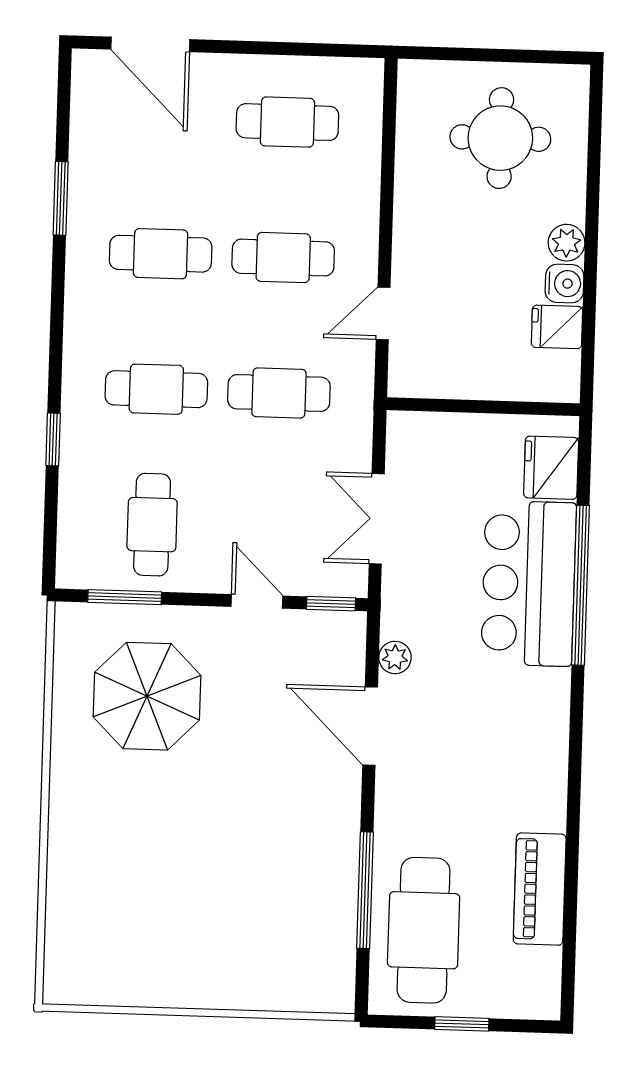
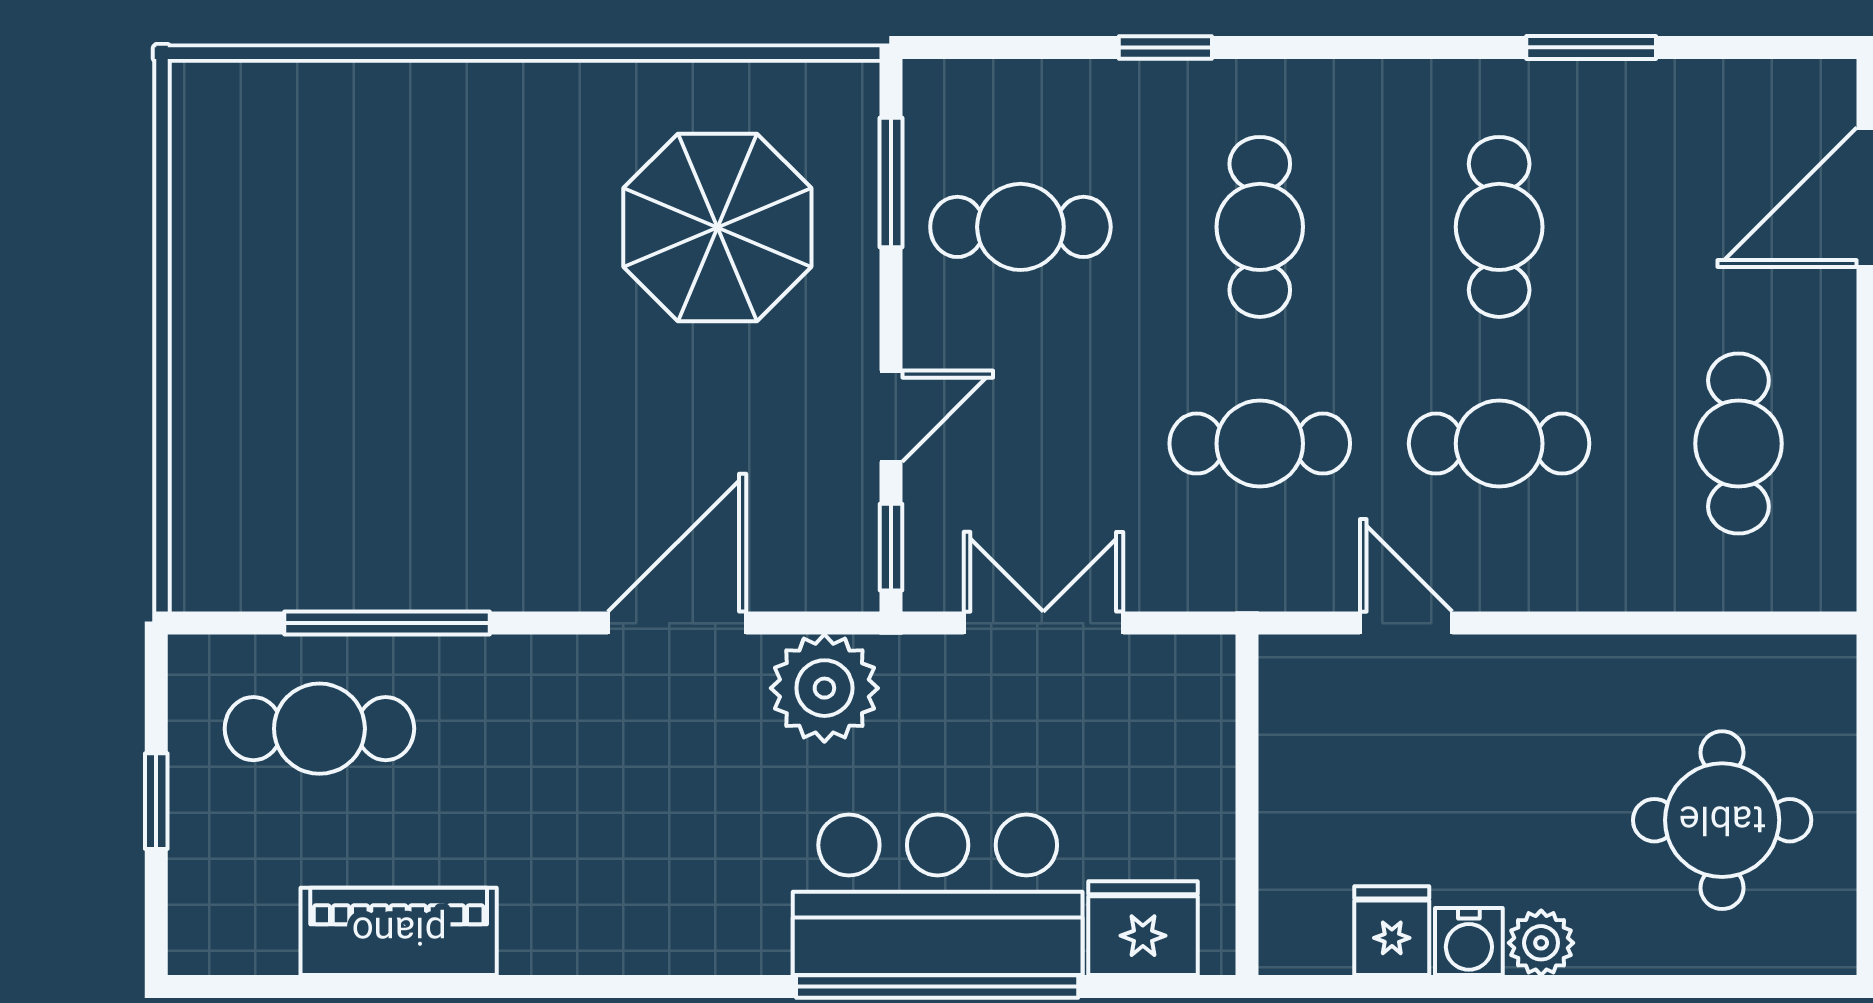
cafe table: (283, 258) -> (1499, 444), turned 90
cafe table: (279, 393) -> (1260, 444), turned 90
plant: (395, 657) -> (824, 688), width x1.88, depth x1.88
cafe table: (424, 930) -> (319, 729), width x0.73, depth x0.74

